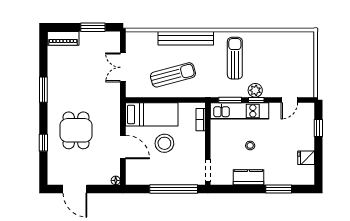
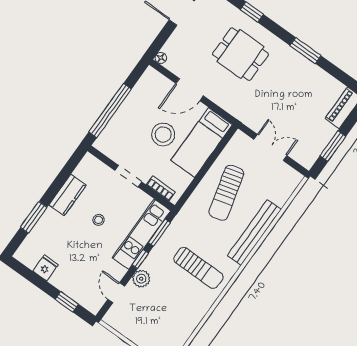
plant: (255, 90) -> (141, 279), moved
doorway: (208, 170) -> (128, 176), moved

